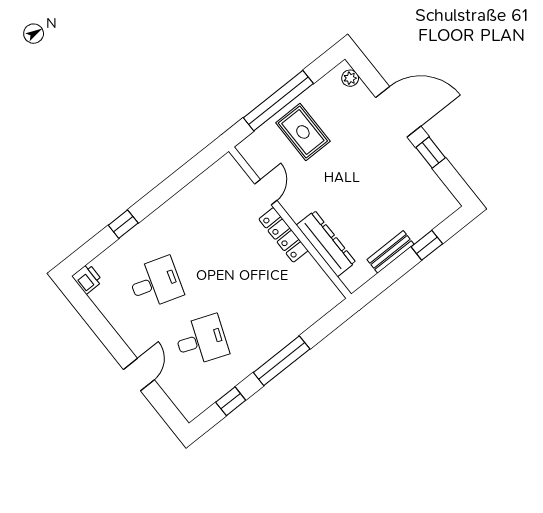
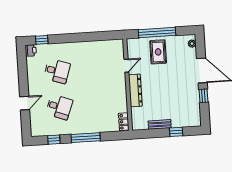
window: (123, 224) -> (42, 40), moved
locker: (283, 235) -> (124, 122), moved, width x0.66
dresser: (326, 244) -> (135, 90), moved

